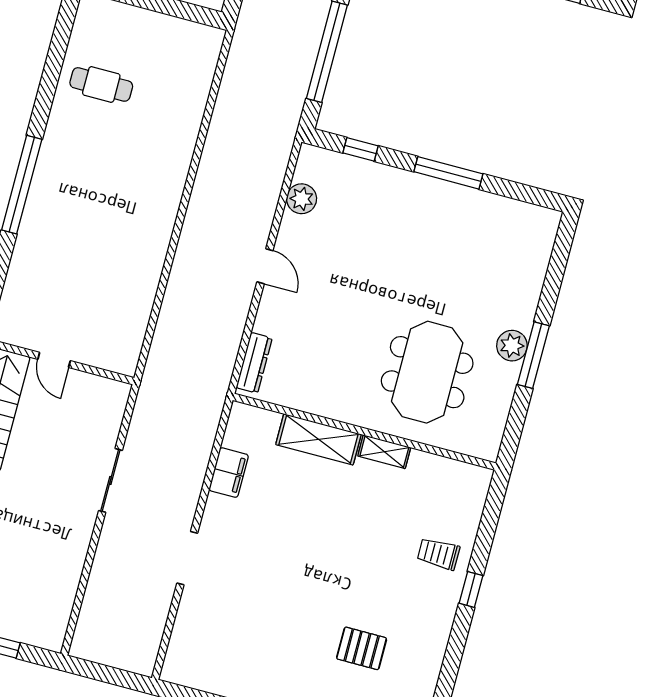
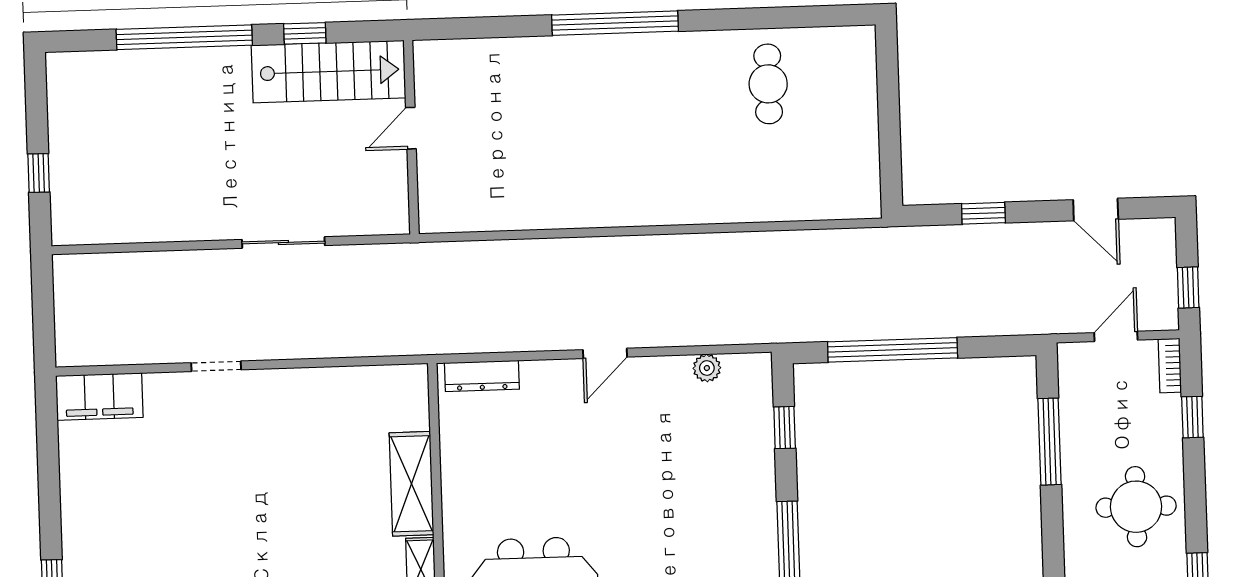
plant: (302, 199) -> (707, 368), width x0.73, depth x0.73
filing cabinet: (229, 473) -> (99, 397), moved, width x1.50, depth x1.17
doorway: (187, 558) -> (216, 366), width x0.73

